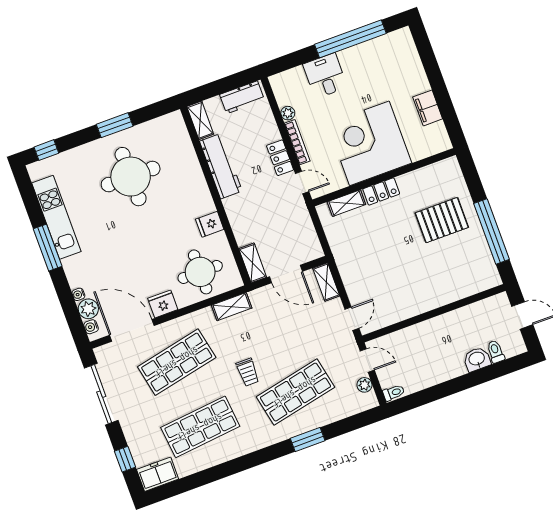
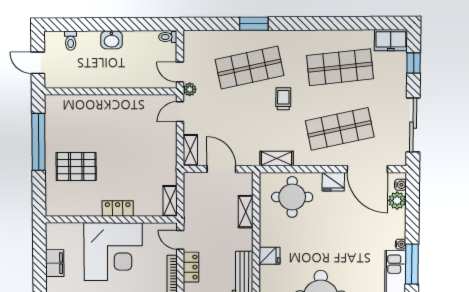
shelving: (346, 203) -> (170, 201), moved, turned 90
fridge: (210, 224) -> (269, 256), moved
shelving: (253, 263) -> (246, 212), moved
water cooler: (78, 294) -> (401, 244), moved
washbasin: (477, 359) -> (112, 40), moved
plant: (364, 385) -> (190, 89), moved

